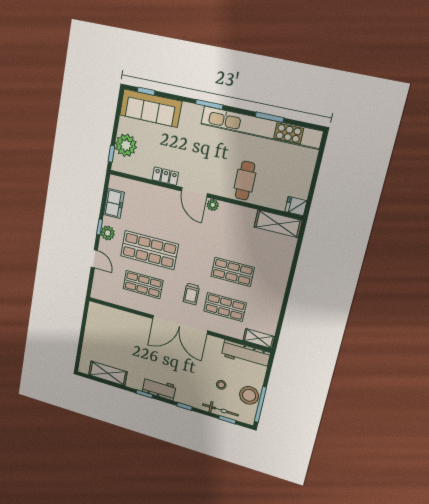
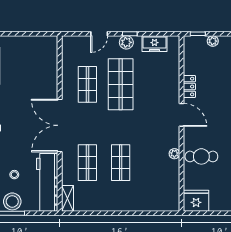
plant: (126, 145) -> (213, 41), width x0.53, depth x0.53
door: (194, 192) -> (182, 115), swing flipped
plant: (213, 205) -> (174, 154), moved
fridge: (296, 206) -> (196, 201), width x1.88, depth x1.34
shelving: (278, 224) -> (172, 192), removed
trolley: (191, 294) -> (91, 130), removed
workbench: (246, 354) -> (47, 182), width x1.36, depth x1.32

